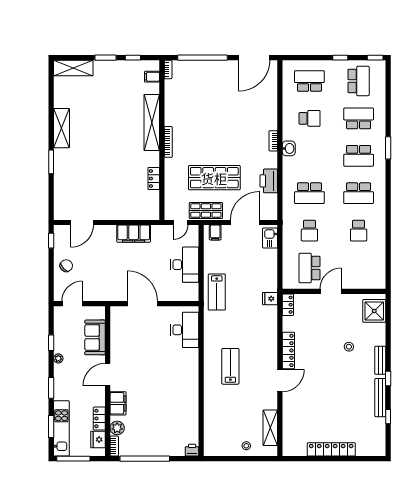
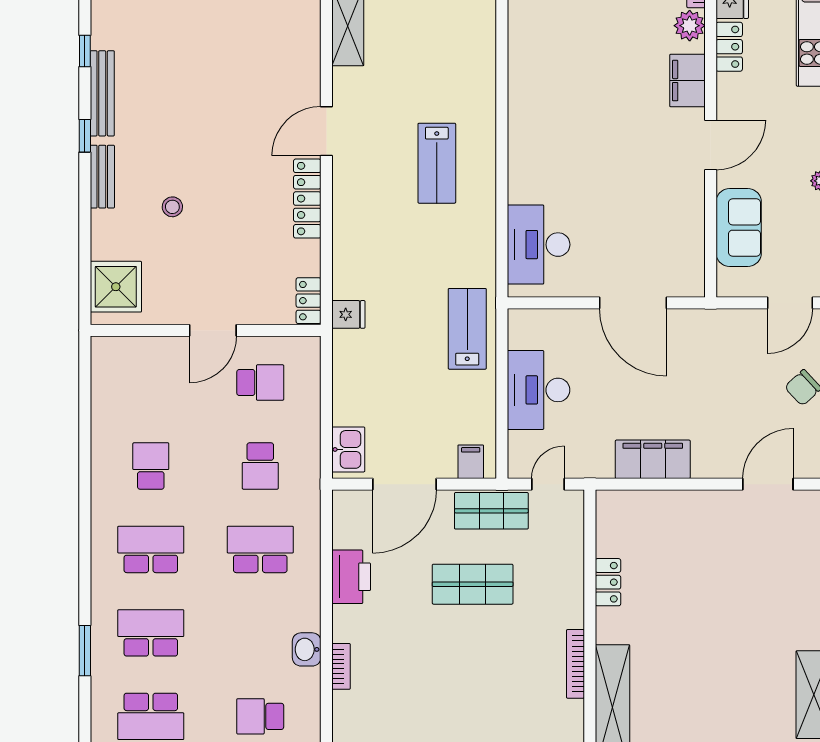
shop shelf: (214, 178) -> (473, 584), width x0.70, depth x0.74
school desk: (309, 231) -> (260, 466), turned 180
school desk: (309, 268) -> (260, 383), width x0.54

